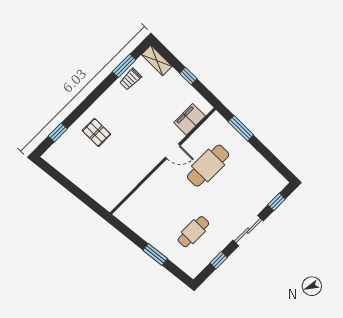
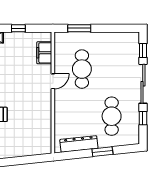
dresser: (141, 228) -> (79, 144), added
sliding door: (248, 231) -> (143, 84), width x1.37
cafe table: (193, 232) -> (112, 116), width x1.37, depth x1.35

